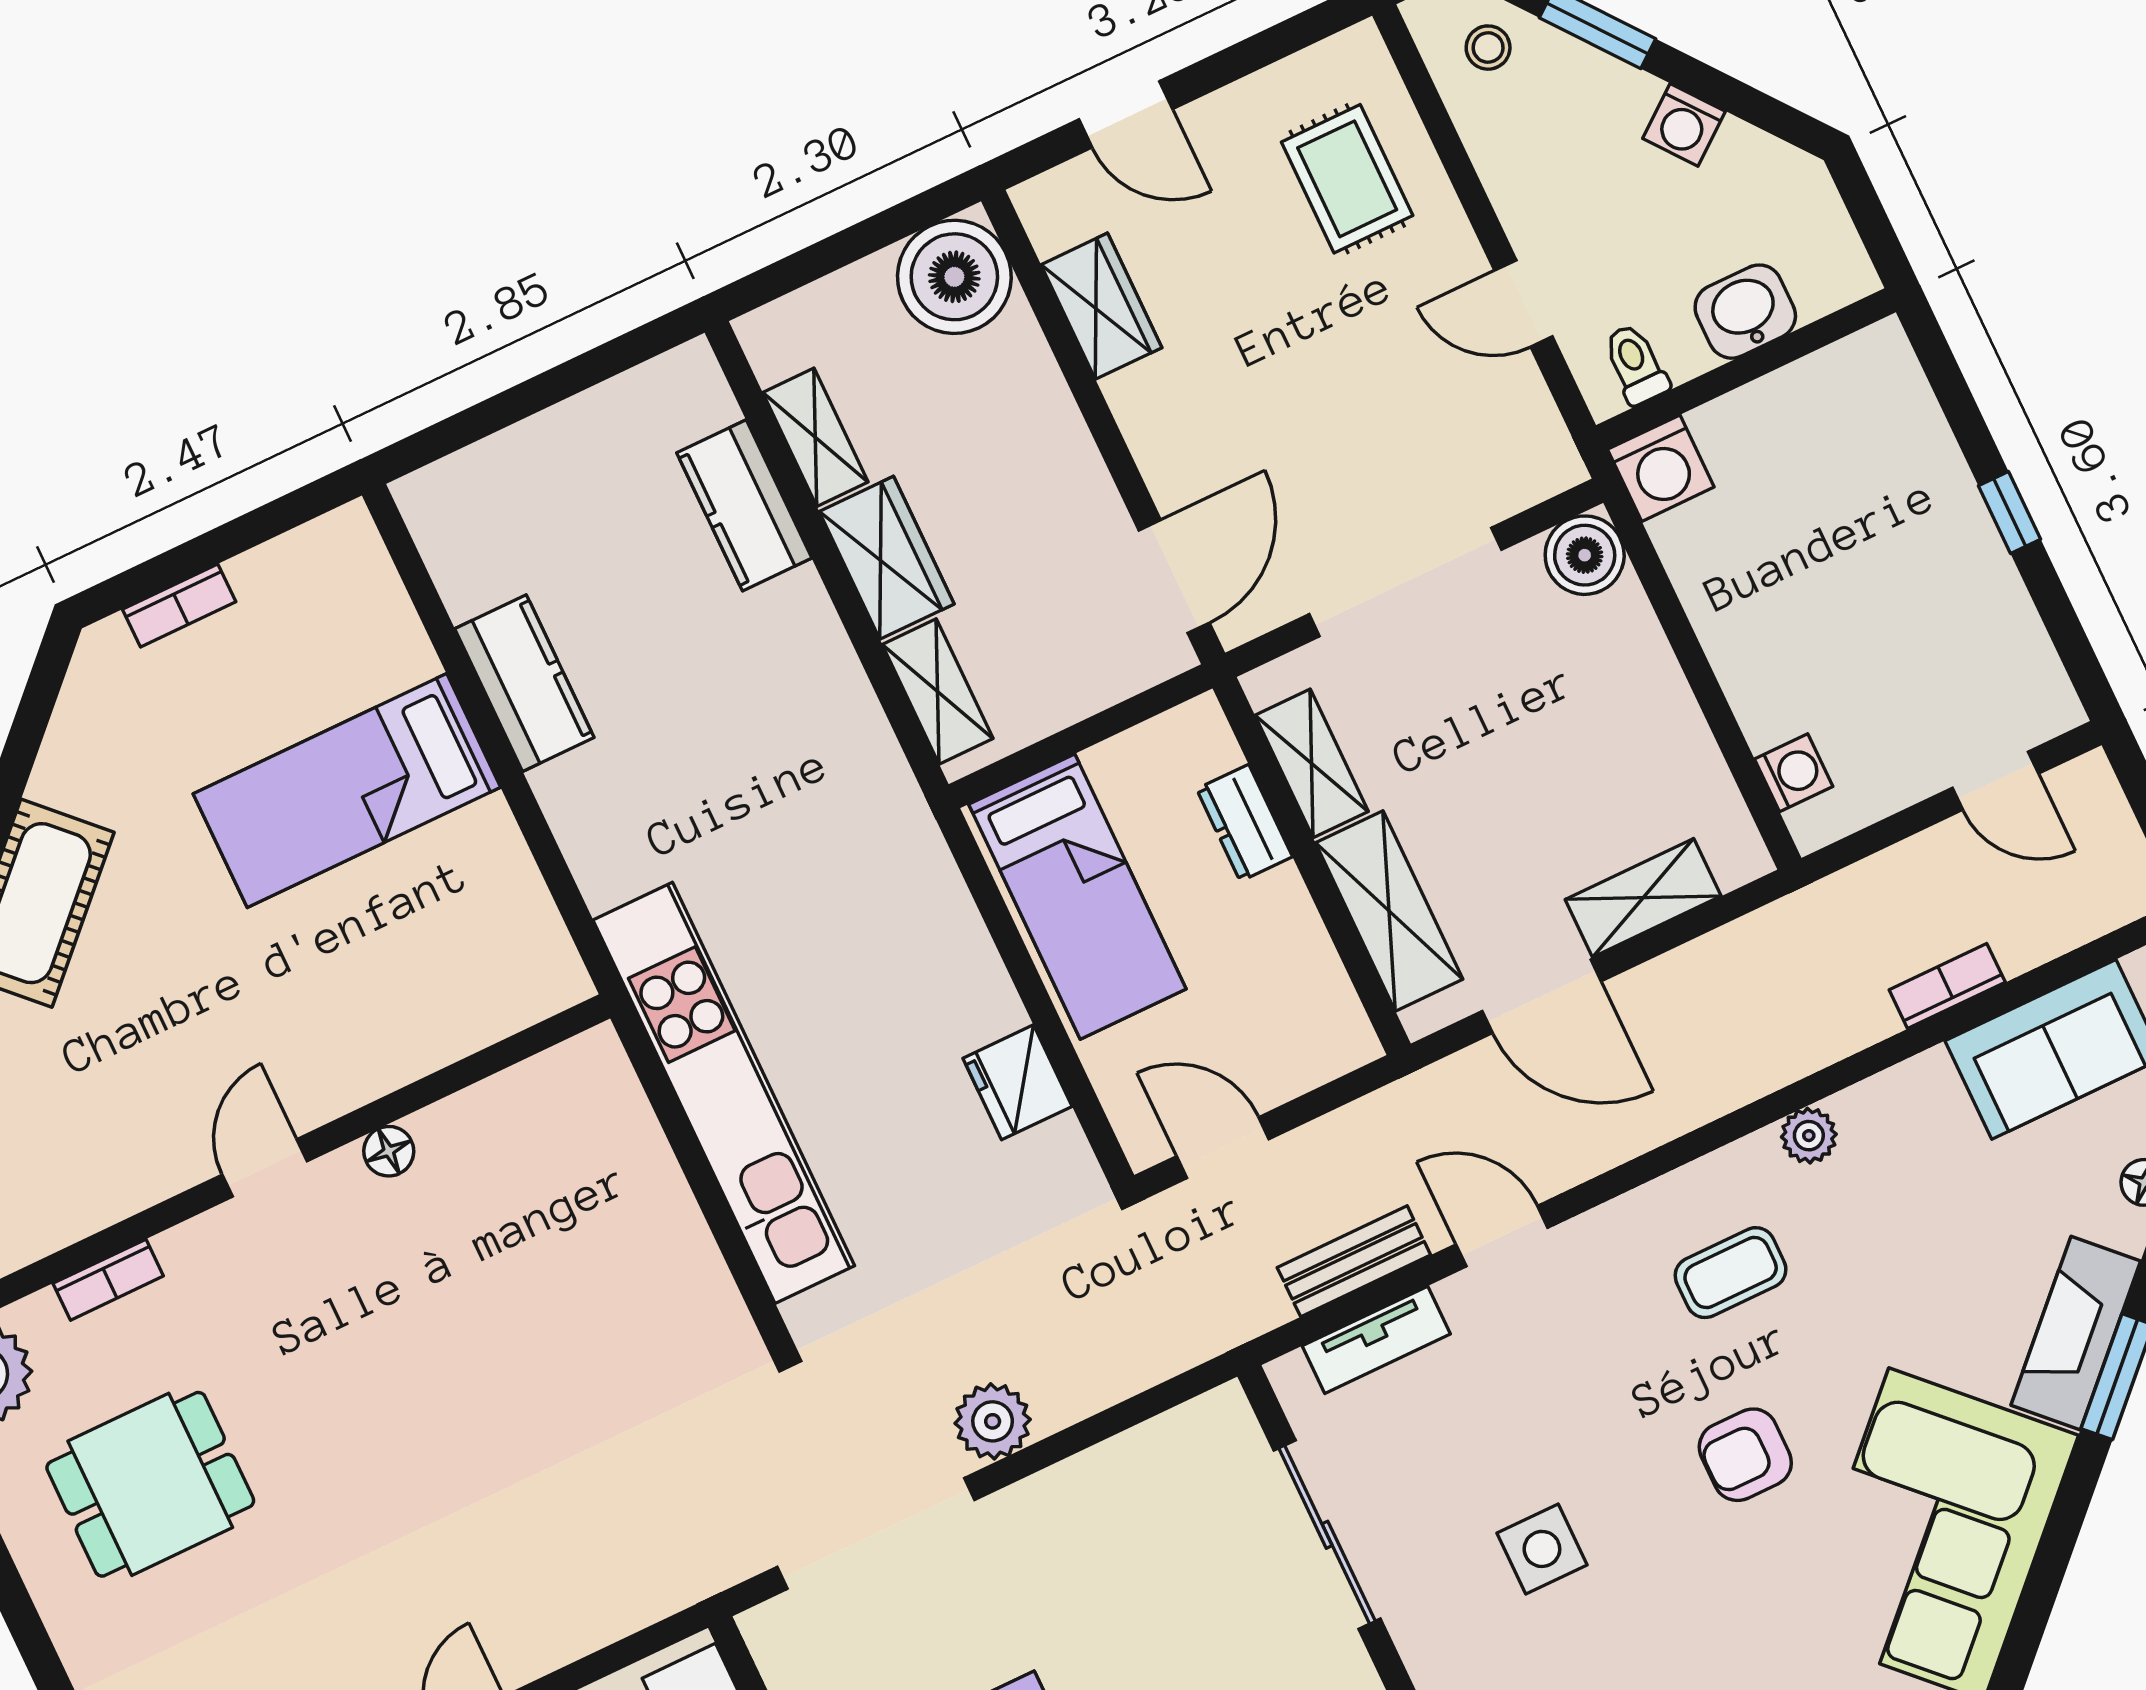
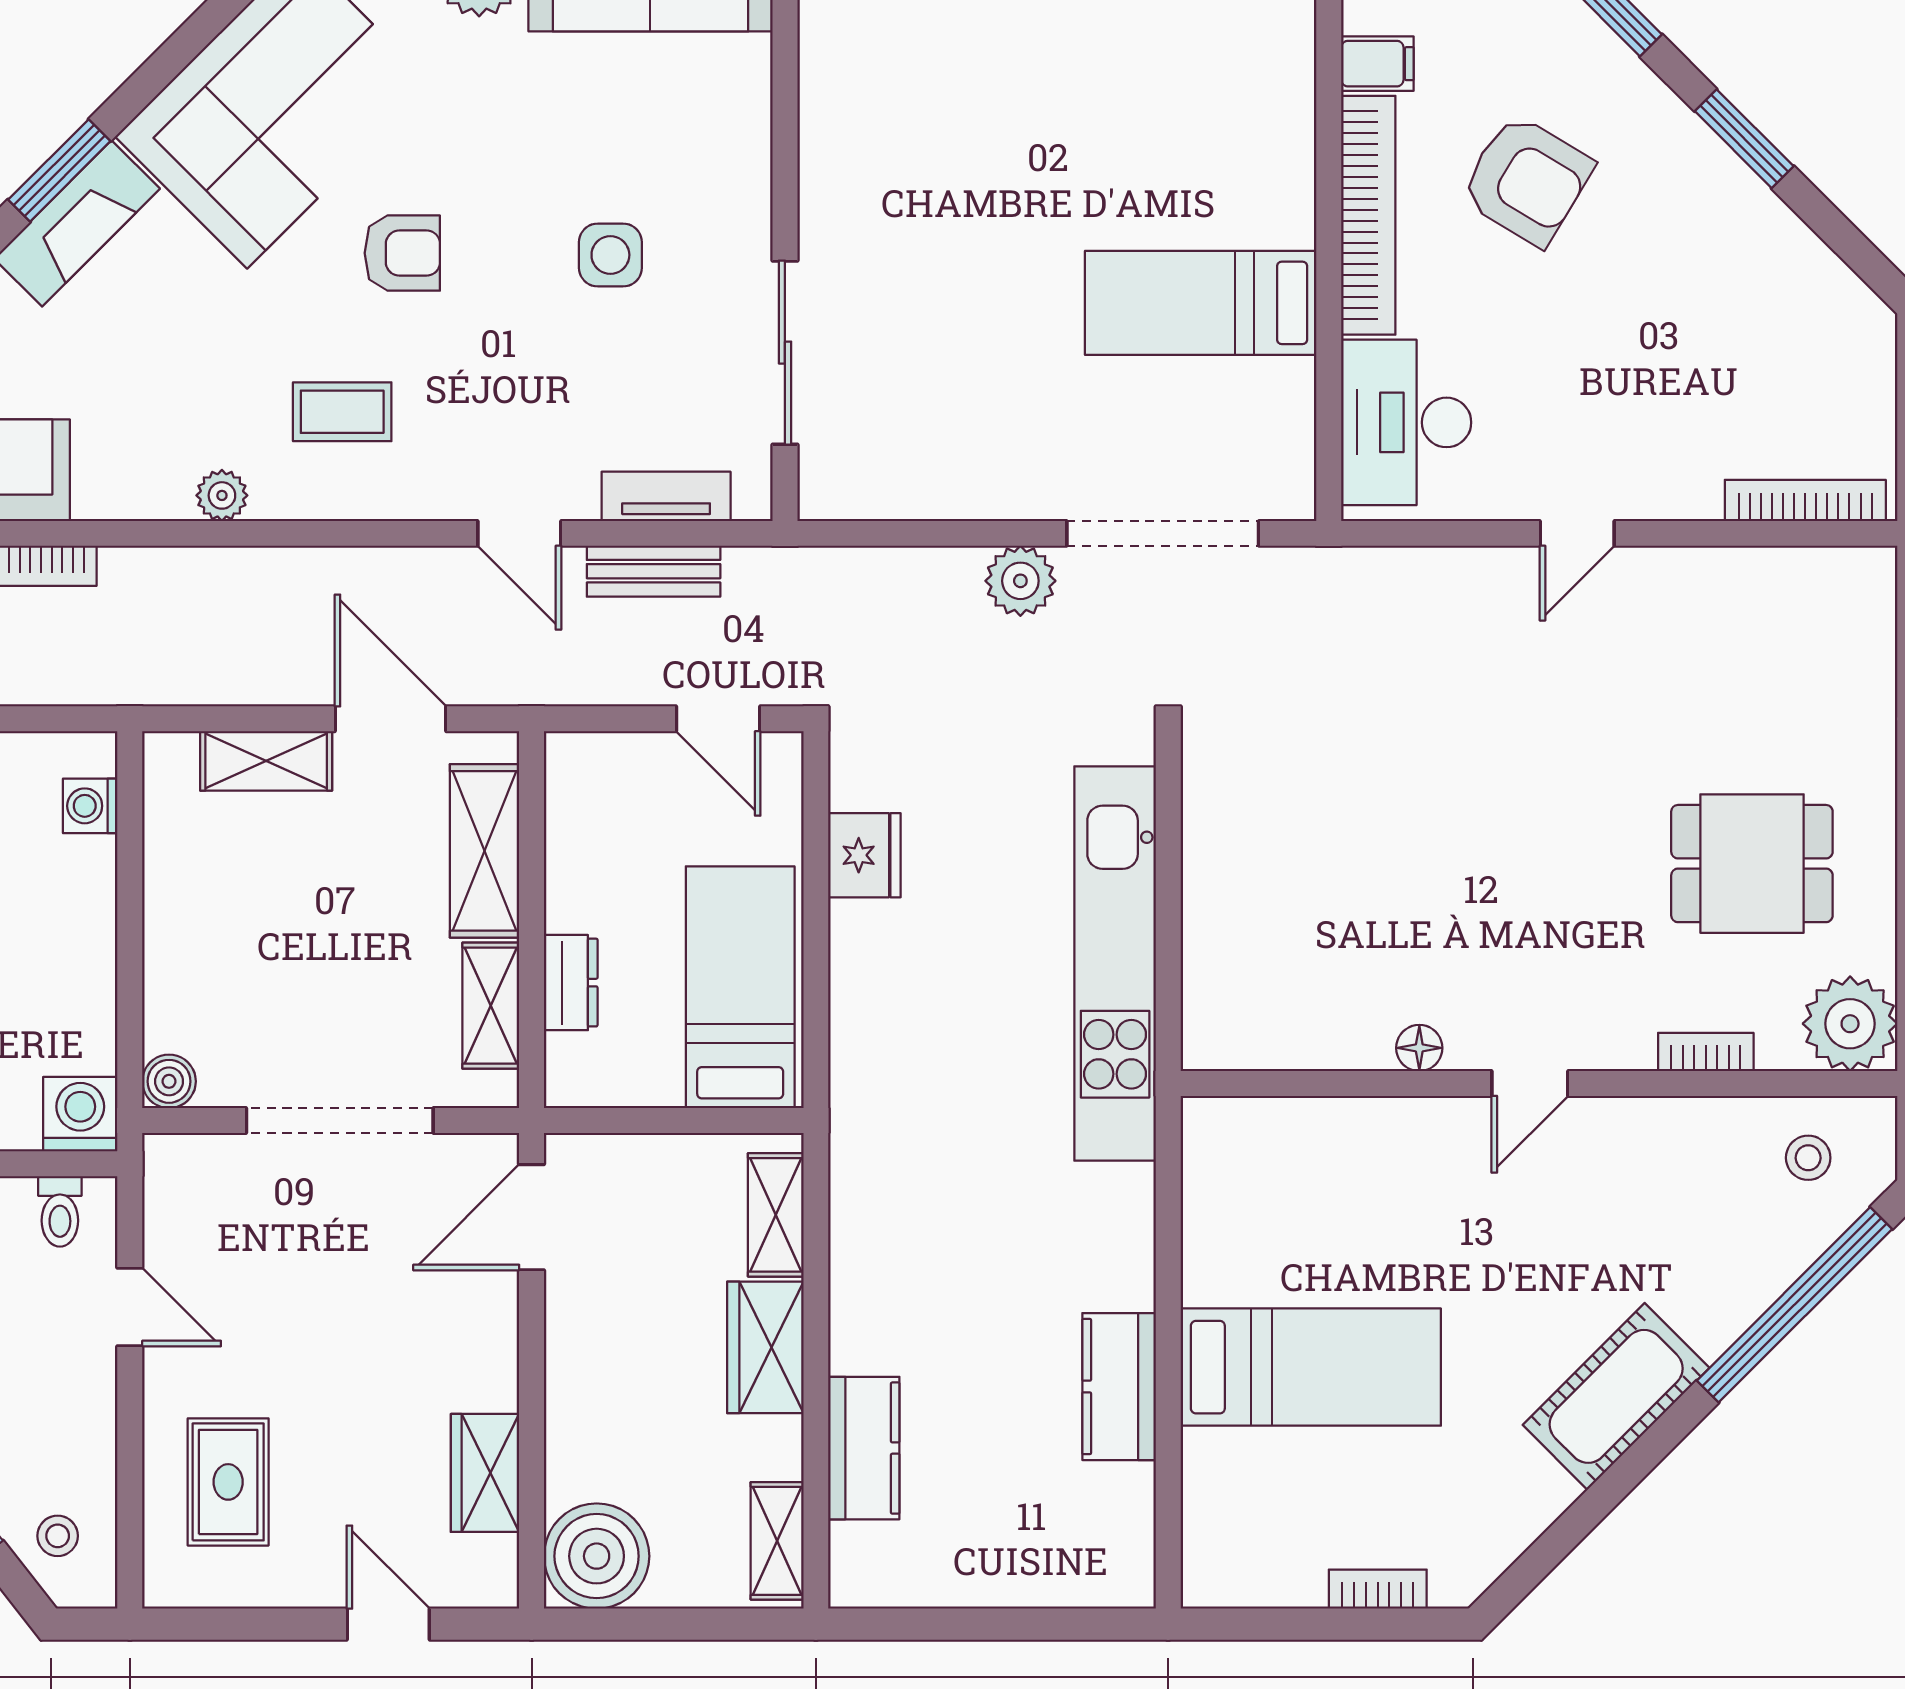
shelving: (815, 437) -> (777, 1541), moved
boiler: (1585, 555) -> (169, 1081), width x0.73, depth x0.73

